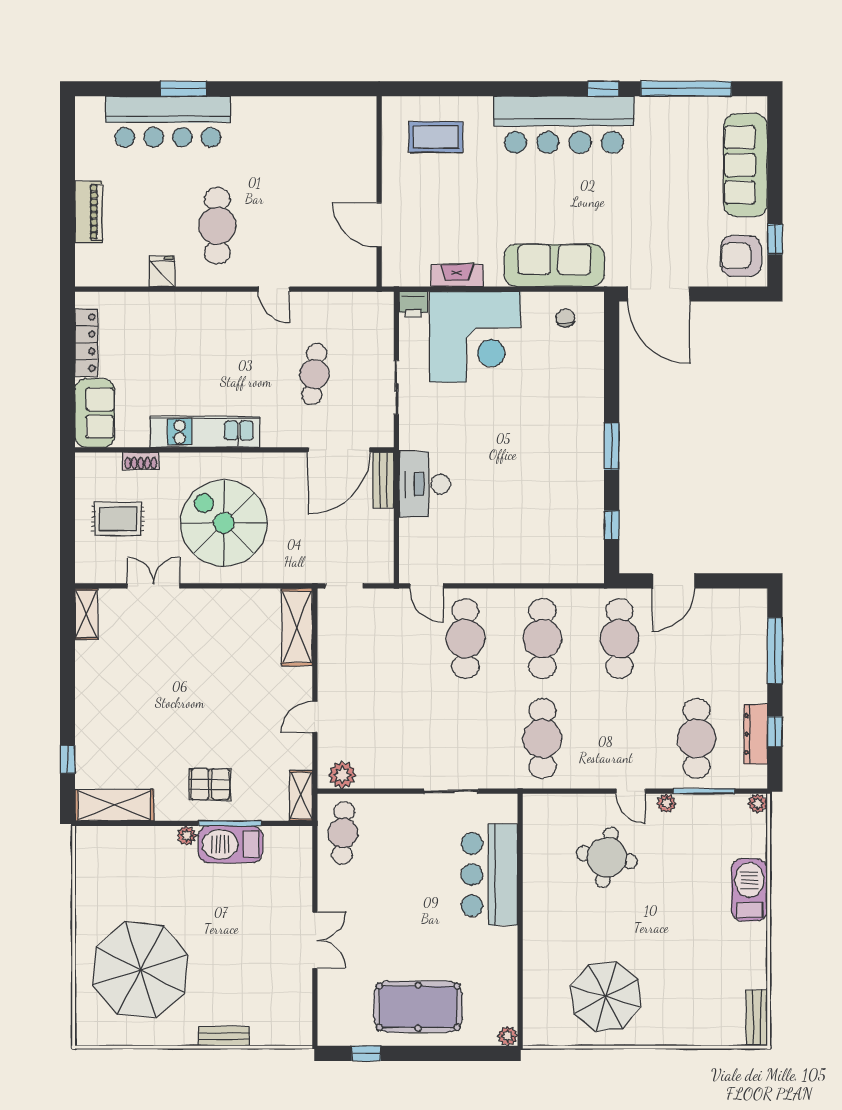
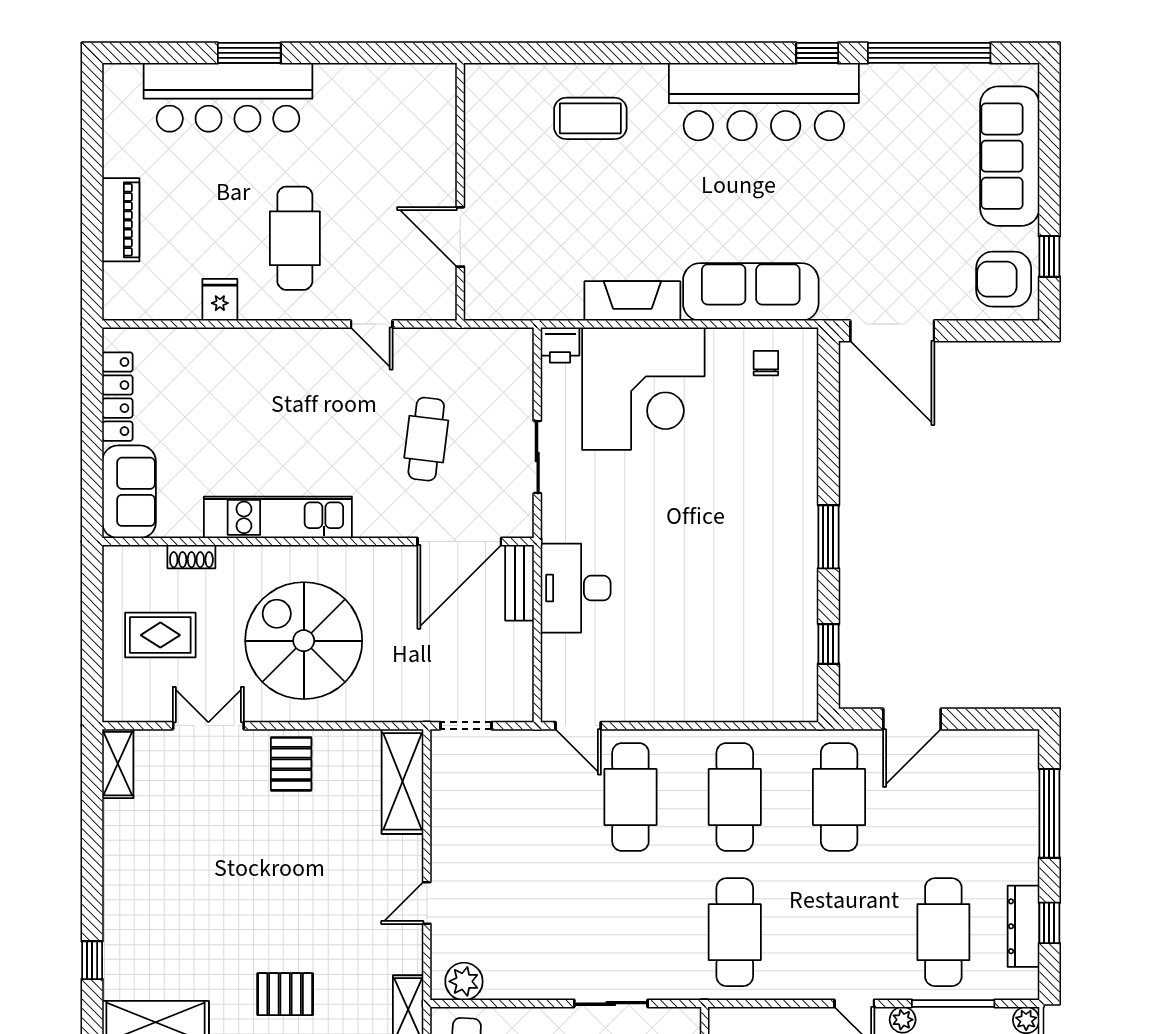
wall: (379, 191) -> (460, 192), moved
door: (379, 225) -> (460, 237), moved
fireplace: (457, 276) -> (632, 301), width x1.37, depth x1.32
pallet: (215, 614) -> (291, 764), added

